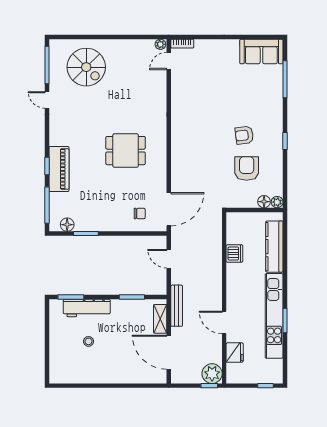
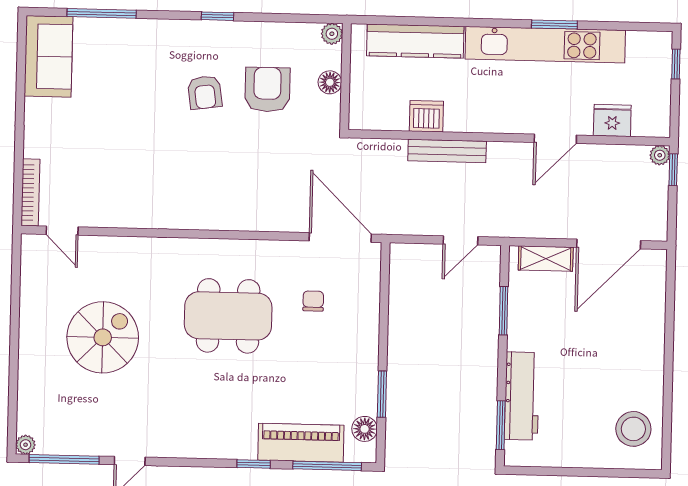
plant: (160, 44) -> (26, 445), moved
bookcase: (182, 44) -> (30, 192), width x1.56
spiral stairs: (86, 67) -> (103, 337), moved
dining table: (126, 151) -> (228, 316), width x1.38
armchair: (247, 168) -> (267, 89), turned 90
piano: (59, 169) -> (301, 443), moved
floor lamp: (264, 202) -> (330, 82), moved
chair: (140, 213) -> (313, 301), moved
door: (169, 259) -> (461, 240), moved
bench: (177, 306) -> (447, 151), moved
stool: (89, 341) -> (633, 429), moved, width x1.89, depth x1.89
plant: (212, 374) -> (660, 155), width x0.53, depth x0.53

